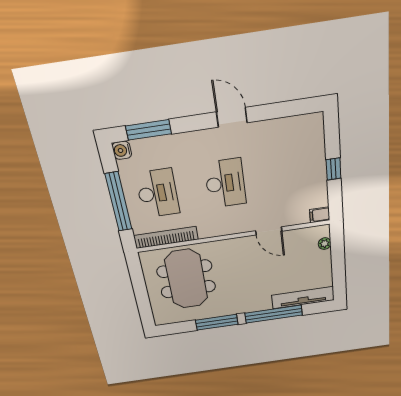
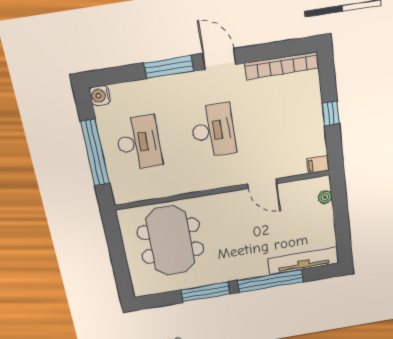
window: (148, 130) -> (169, 67), moved
bookcase: (166, 237) -> (282, 66), moved, turned 180

